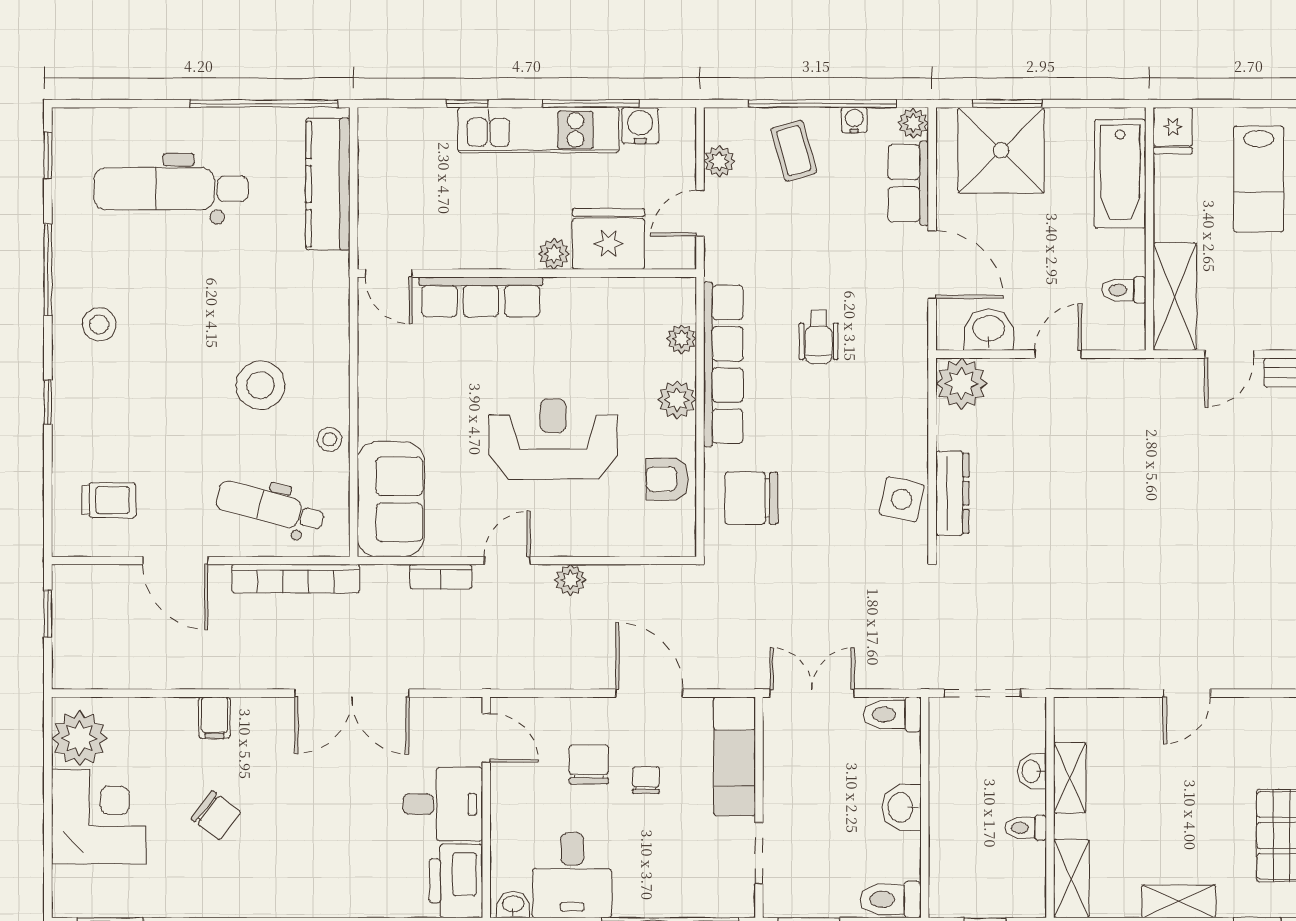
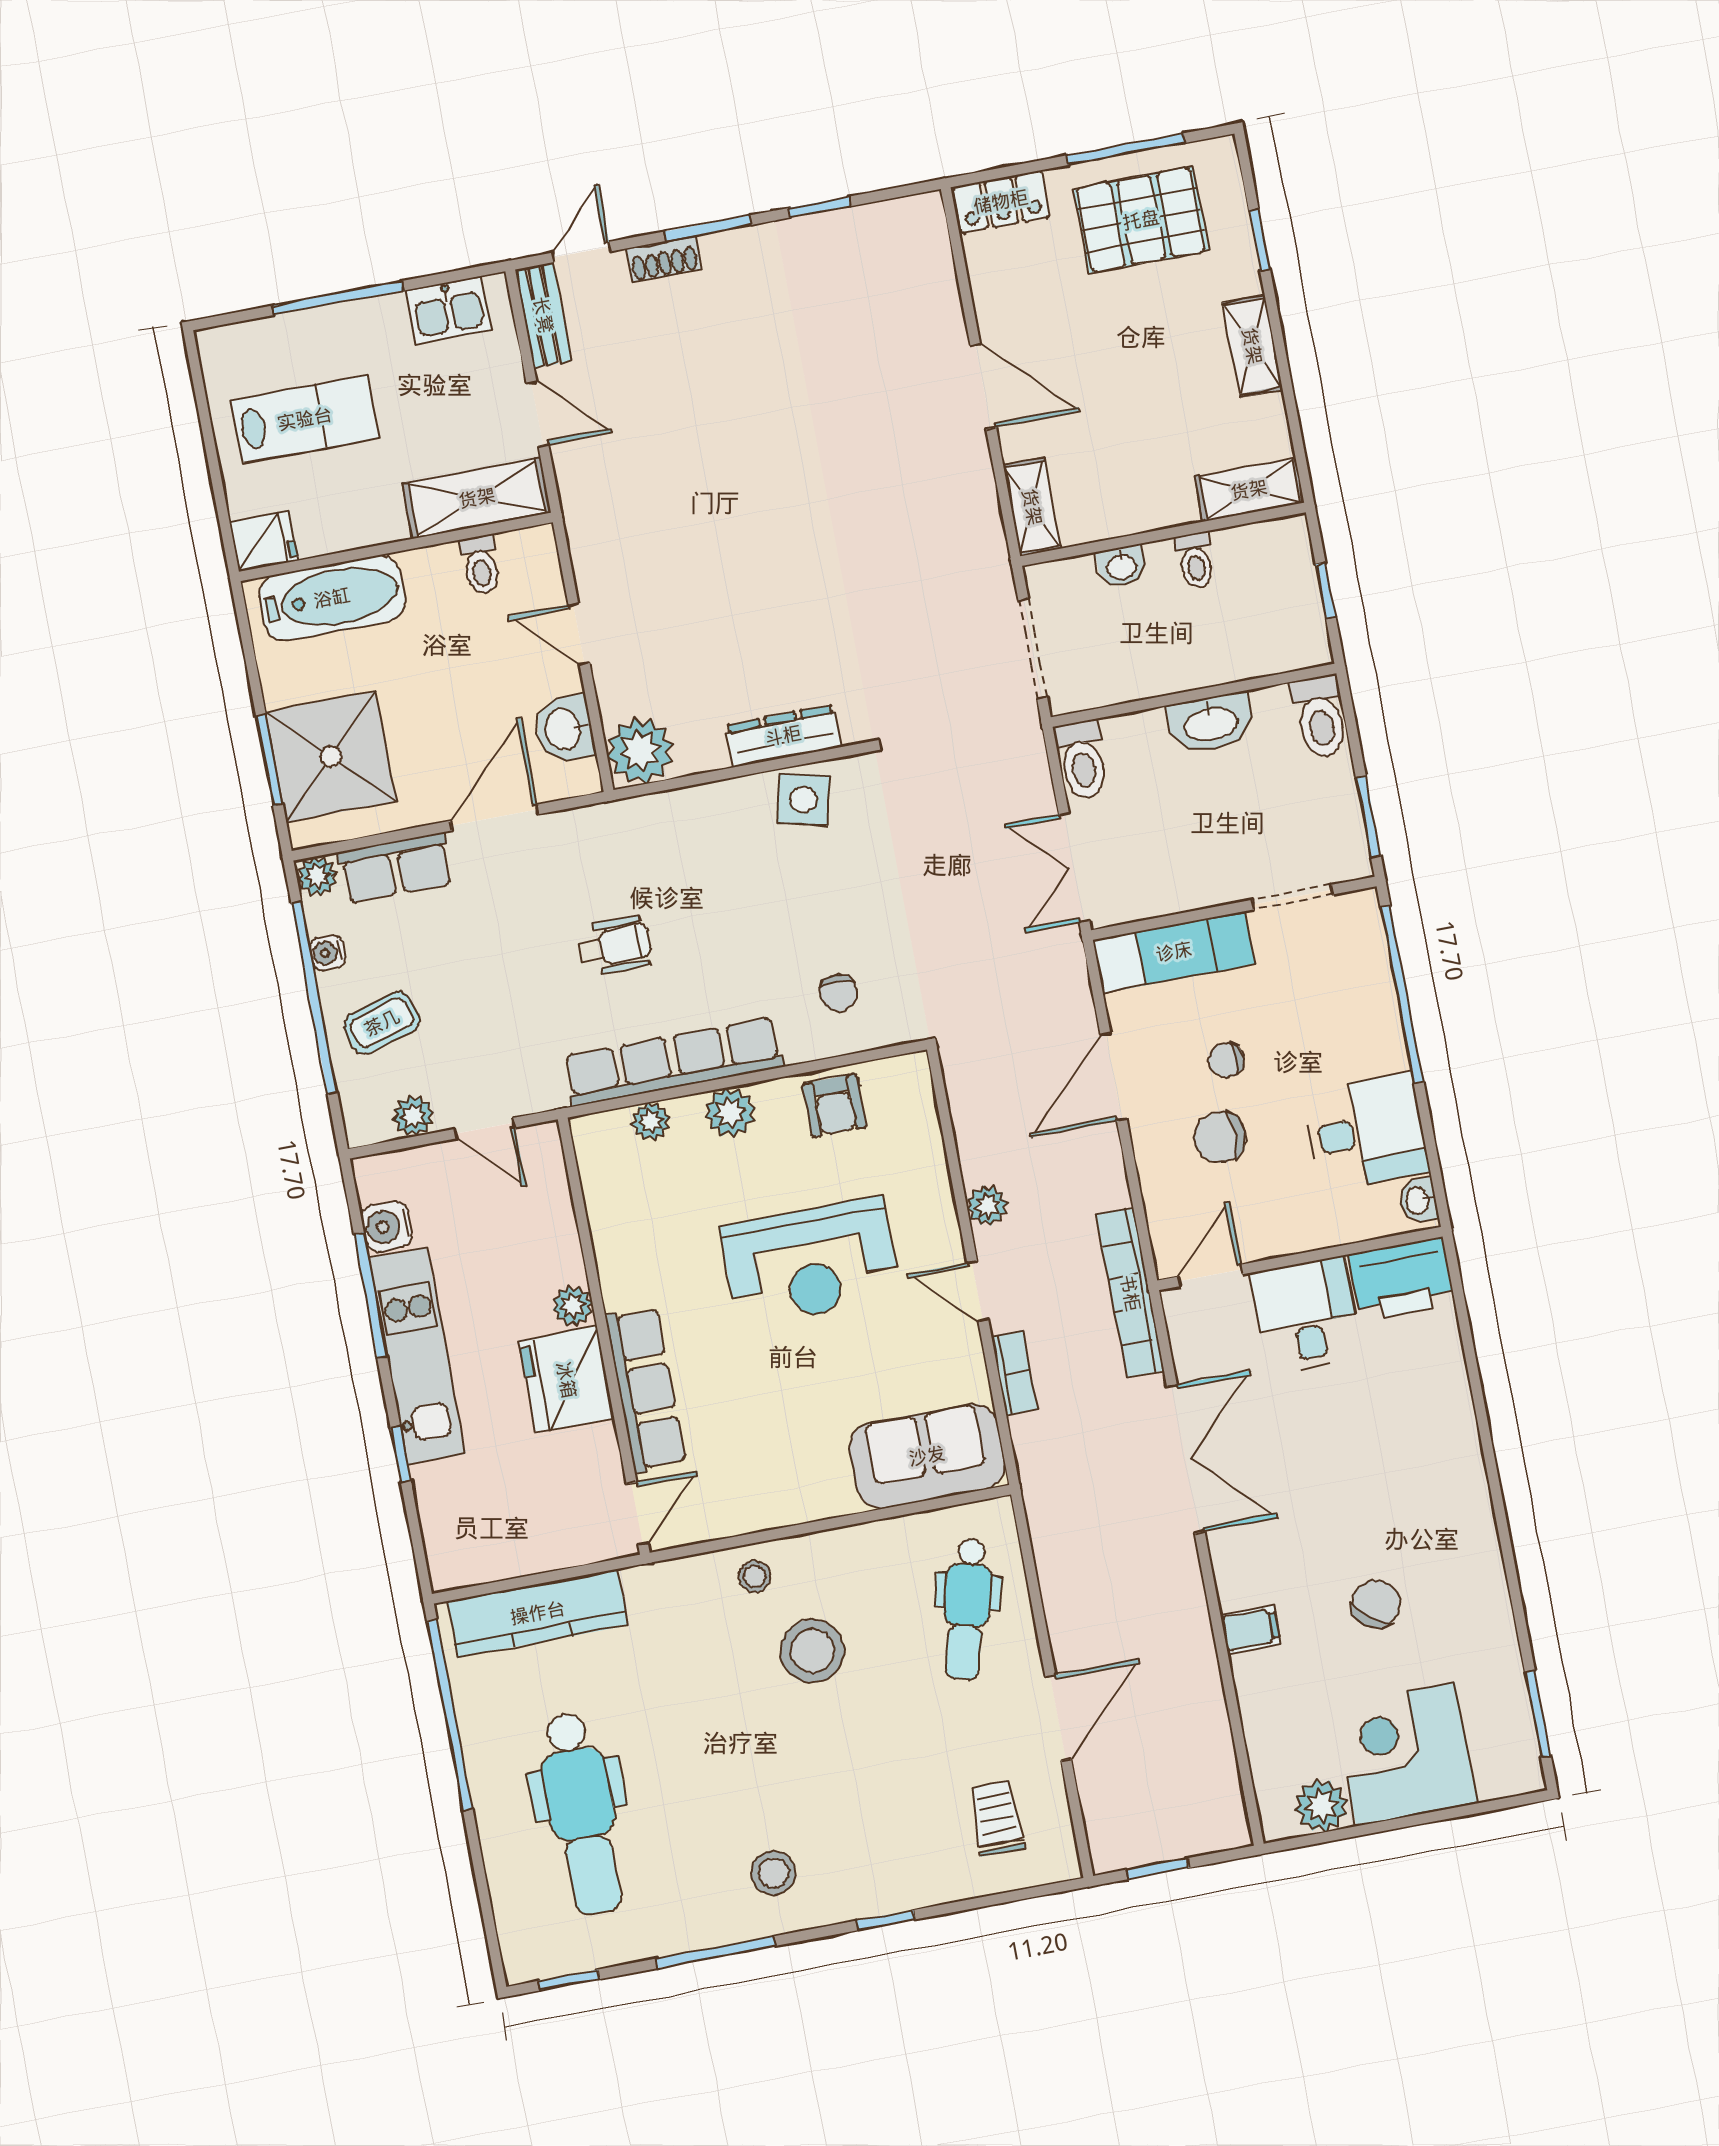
fridge: (608, 239) -> (566, 1380), moved
stool: (330, 439) -> (755, 1576), moved
reception desk: (553, 439) -> (811, 1262), turned -90
chair: (751, 498) -> (838, 993), width x0.54, depth x0.54
bookcase: (296, 579) -> (1130, 1293), moved, turned 180
door: (1187, 693) -> (983, 386), width x1.38
plant: (79, 738) -> (1321, 1806), width x0.73, depth x0.73
shelving: (1070, 778) -> (1032, 507), moved, turned 90
washbasin: (902, 807) -> (1211, 723), width x1.38

